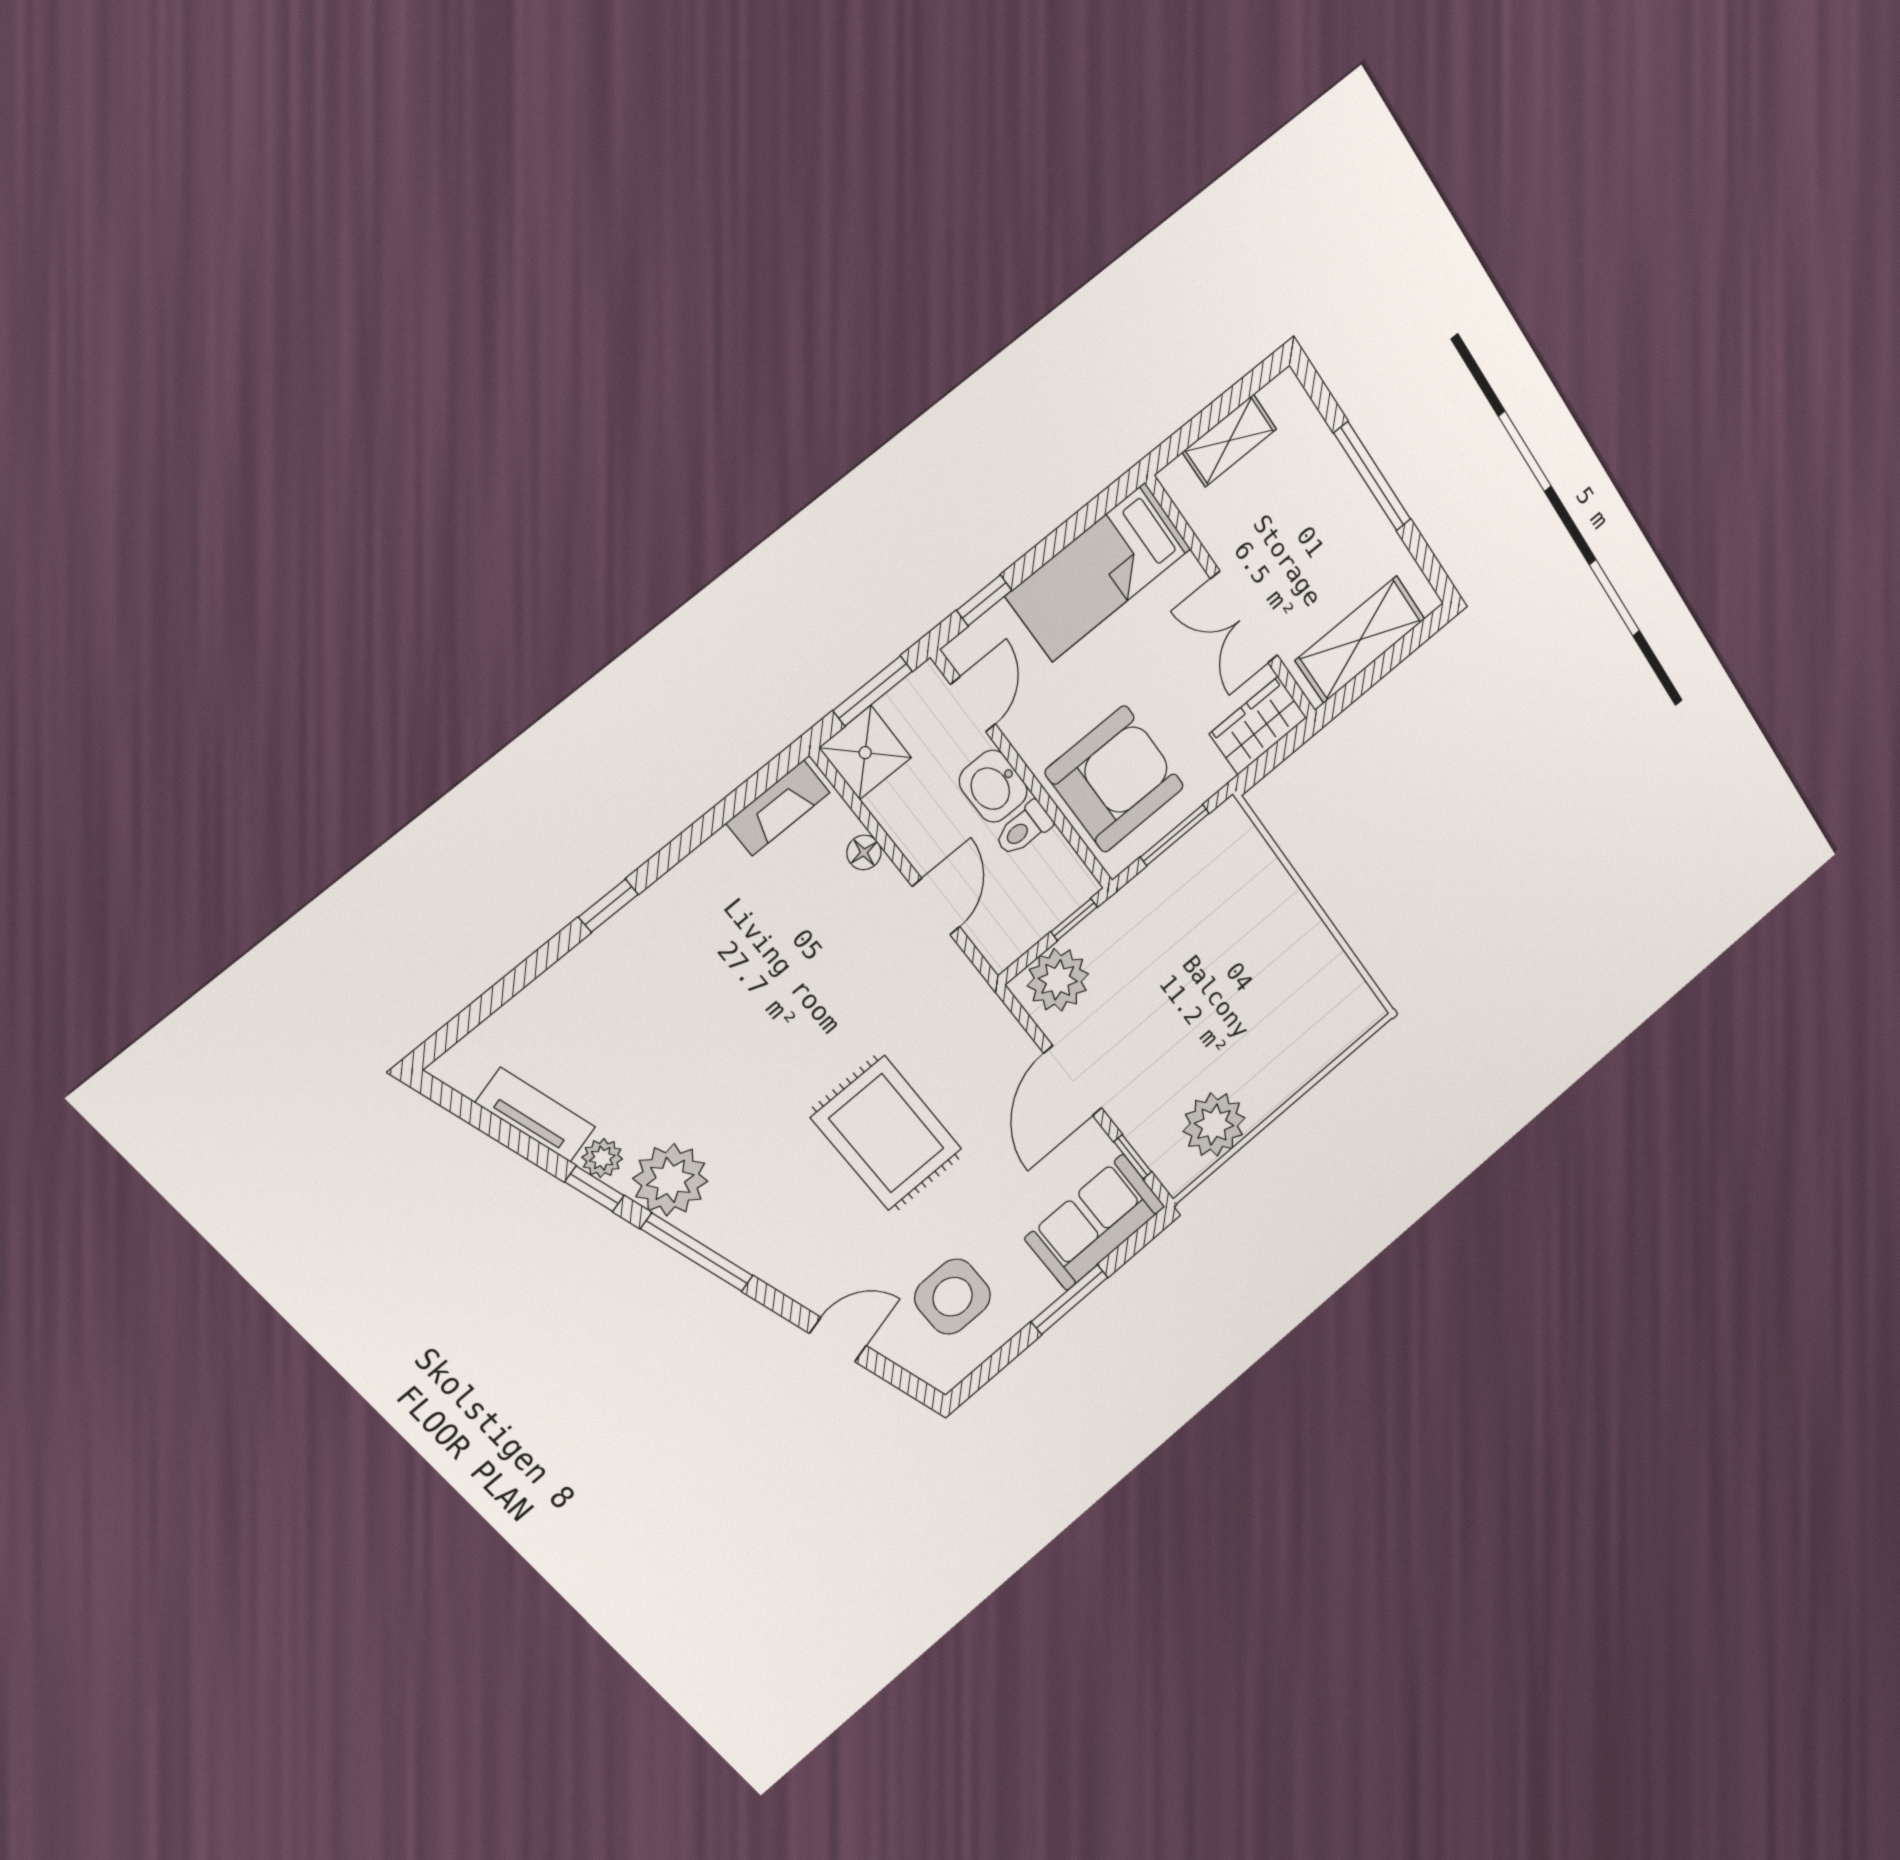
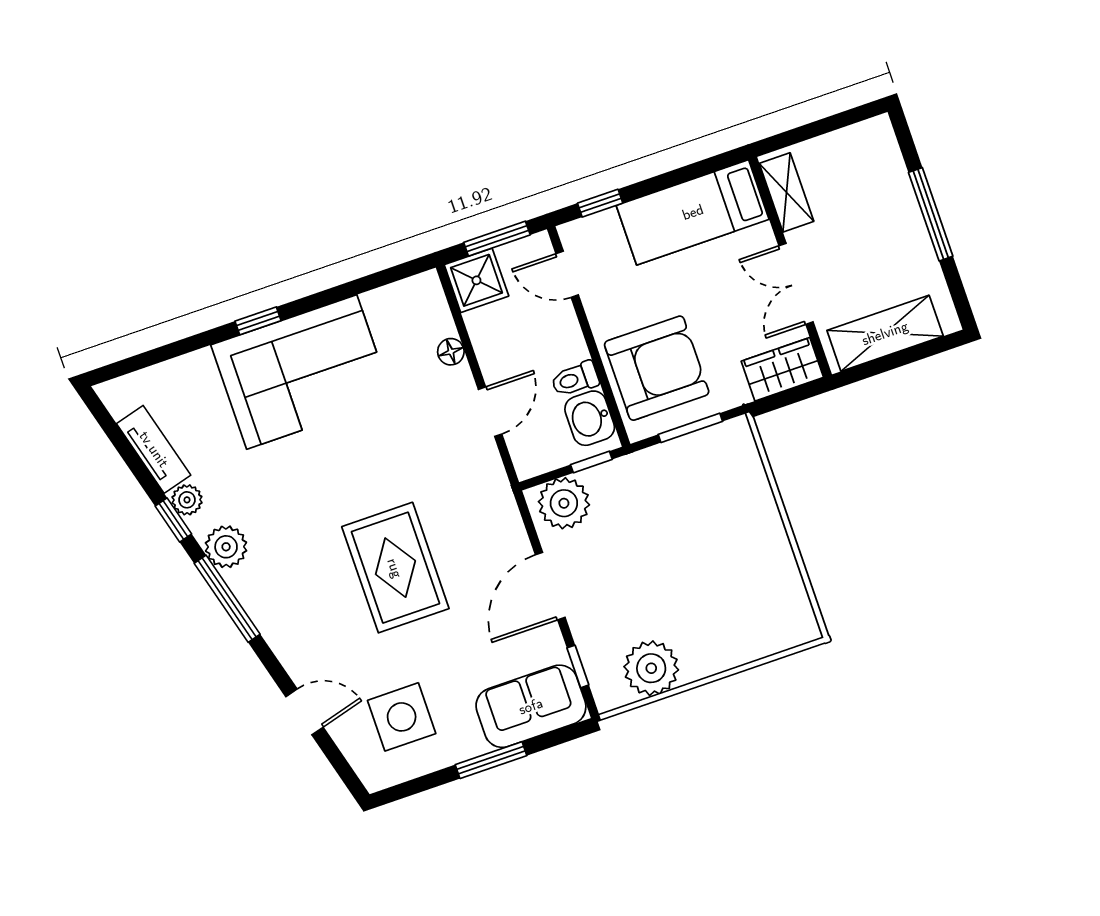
shelving: (1229, 441) -> (786, 192), moved, turned 90
door: (973, 704) -> (567, 274), swing flipped
washbasin: (993, 786) -> (590, 418), moved
fireplace: (778, 808) -> (400, 297), removed
corner sofa: (688, 948) -> (302, 372), added
plant: (670, 1180) -> (226, 547), width x0.73, depth x0.73

